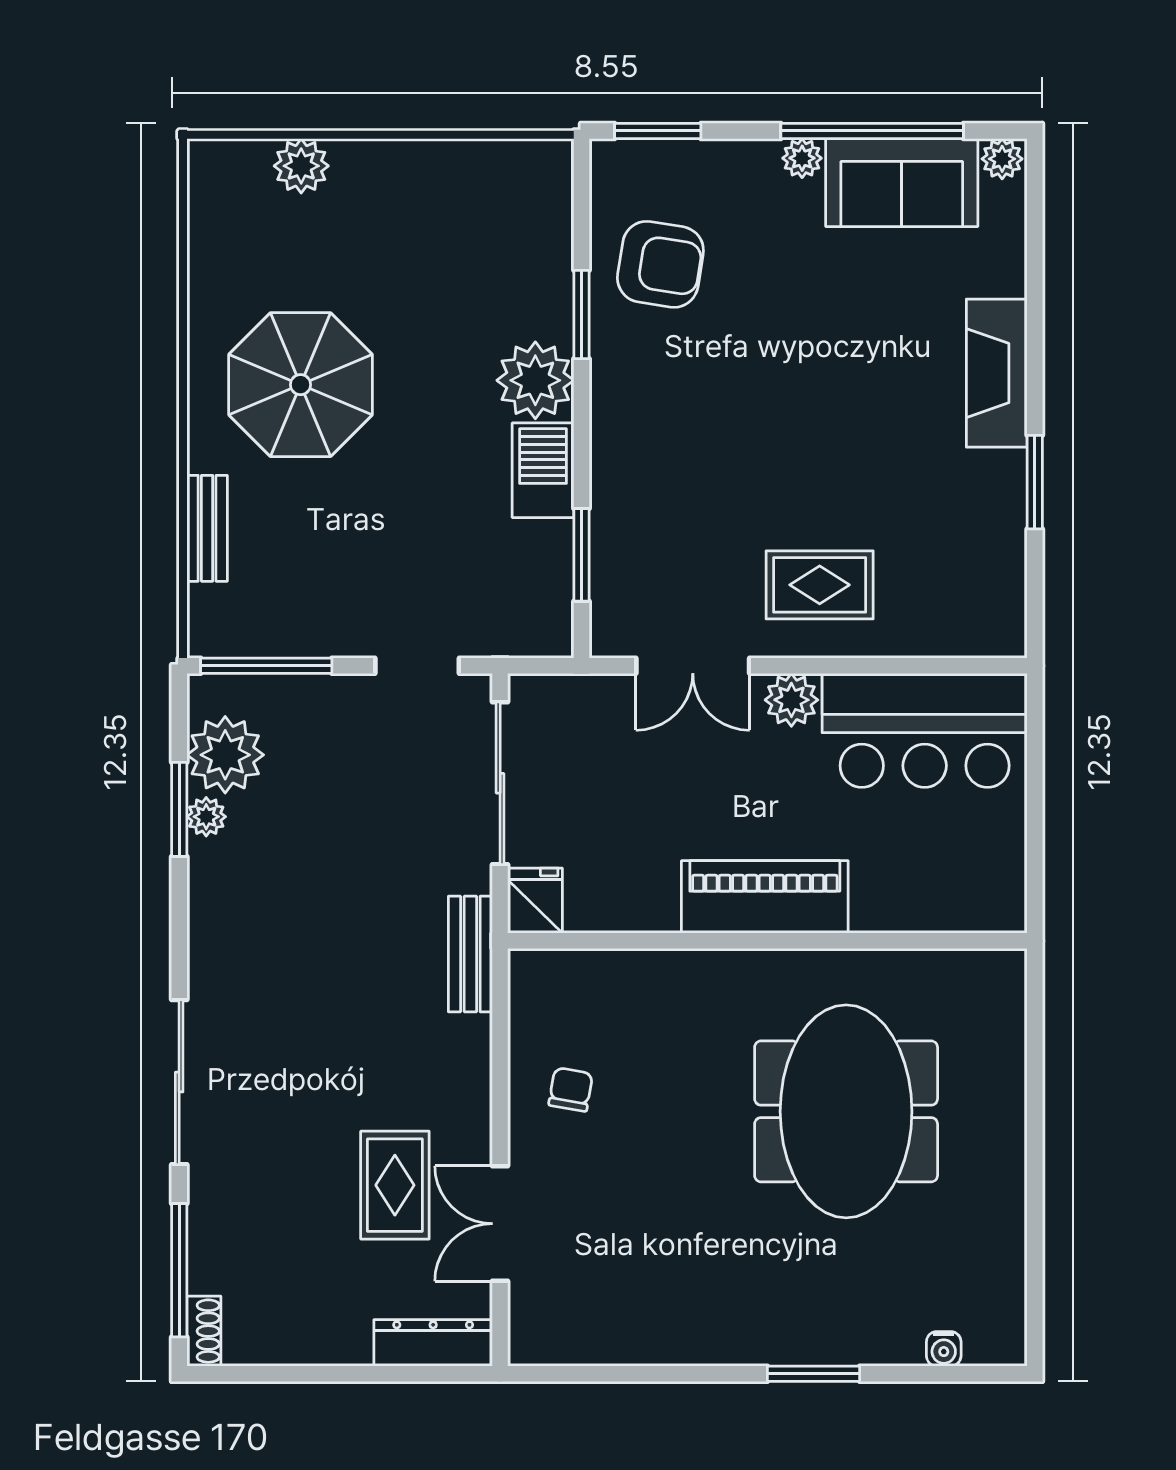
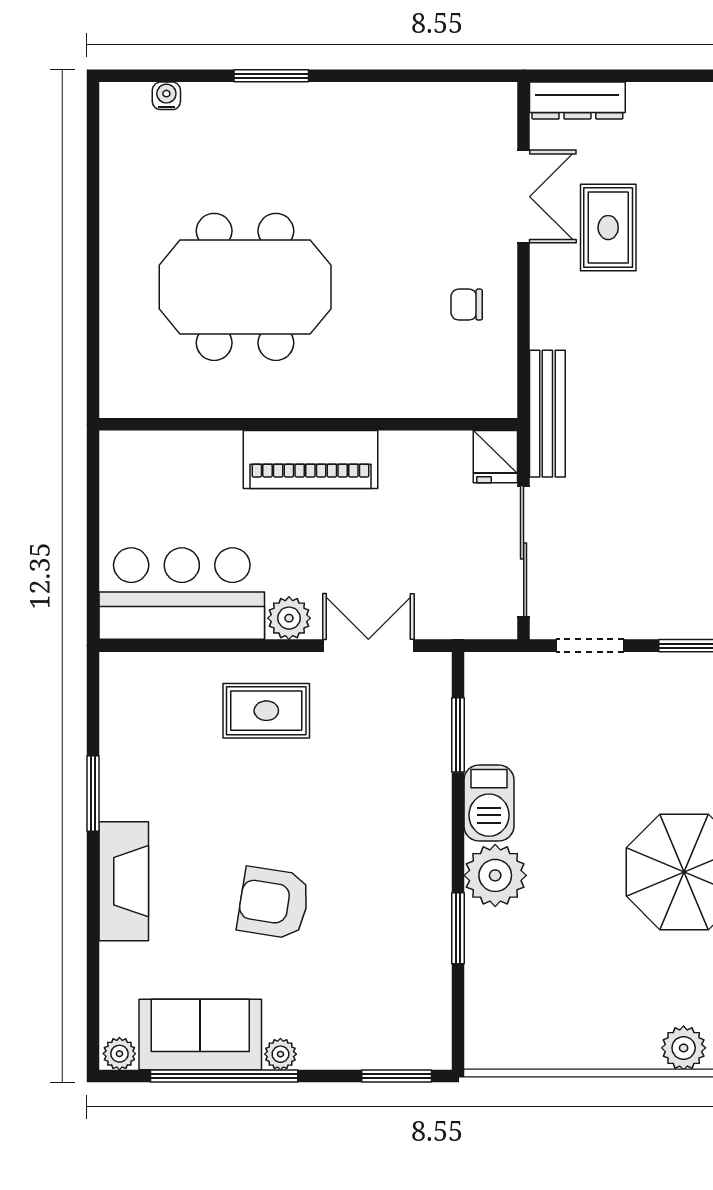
armchair: (660, 264) -> (274, 903), moved
bench: (470, 954) -> (547, 414), width x1.36
chair: (571, 1089) -> (467, 305), turned 80
meeting table: (846, 1111) -> (245, 287), turned 90

